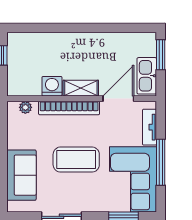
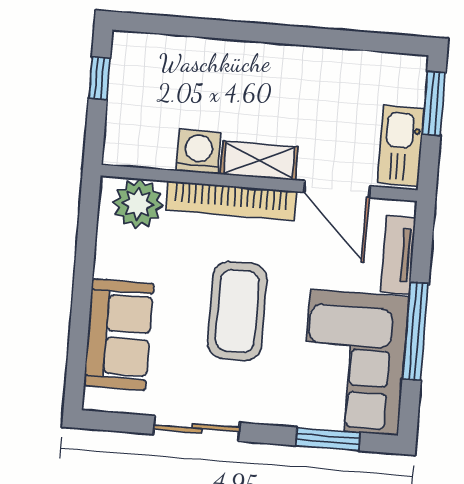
door: (118, 99) -> (337, 189), swing flipped
plant: (25, 107) -> (138, 204), width x1.87, depth x1.87
coffee table: (76, 160) -> (237, 311), turned 90

